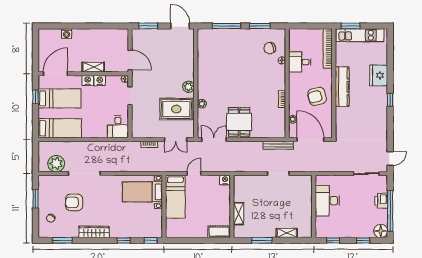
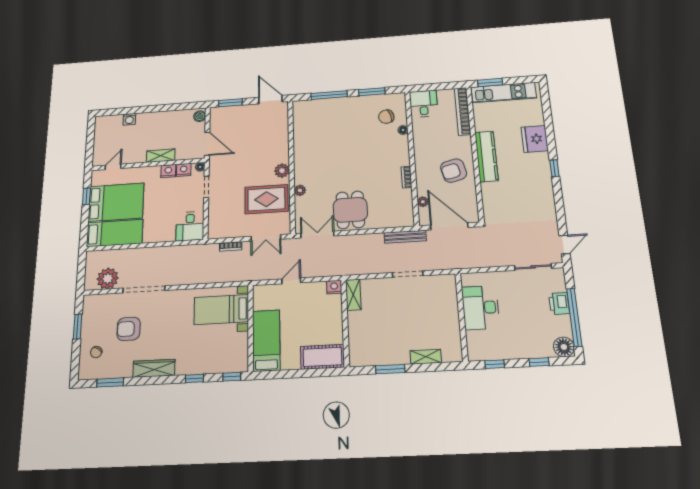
boiler: (124, 36) -> (200, 116), added
desk: (300, 62) -> (424, 104), moved, turned 90
door: (55, 74) -> (113, 167), width x0.53
nightstand: (88, 80) -> (184, 170), moved
bed: (59, 98) -> (116, 202), width x1.50
bed: (175, 197) -> (266, 341), moved, turned 180
shelving: (239, 214) -> (353, 295), moved
cot: (219, 232) -> (322, 357), width x1.37, depth x1.34

